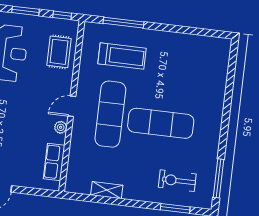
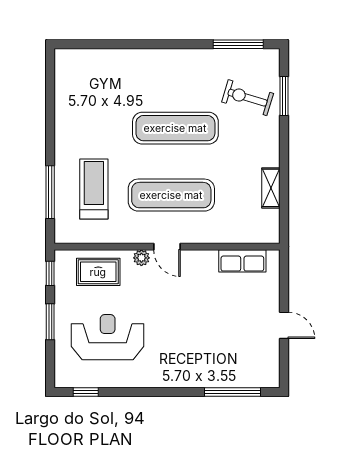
exercise mat: (161, 123) -> (175, 128), turned 90
plant: (61, 127) -> (141, 258), moved
exercise bike: (177, 181) -> (248, 98), turned 107

